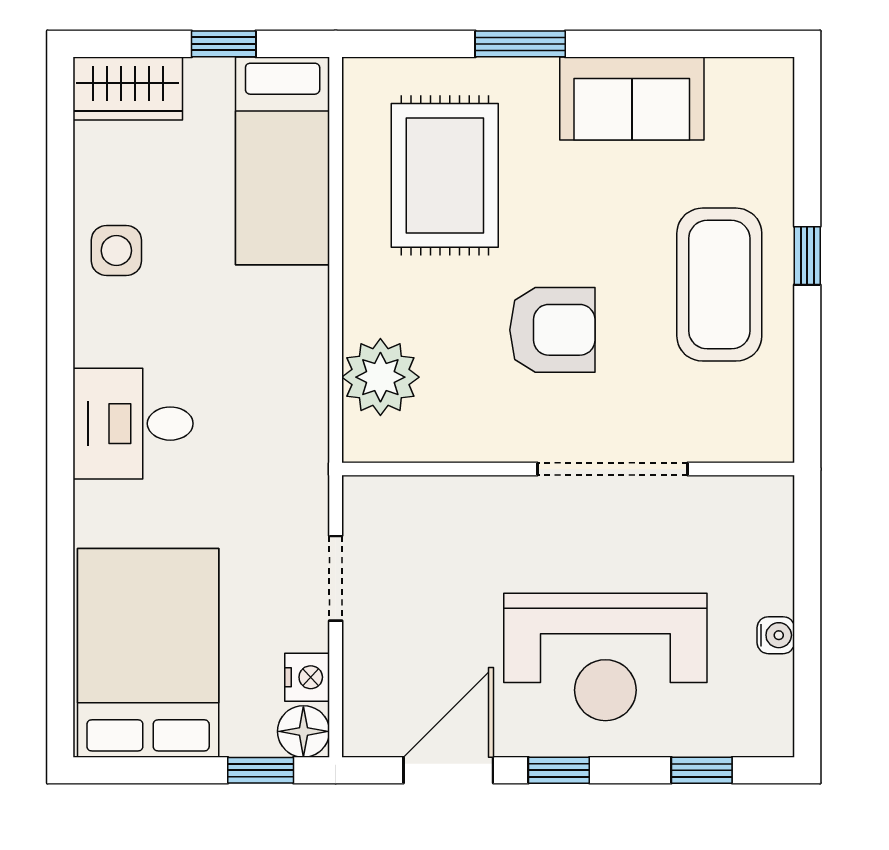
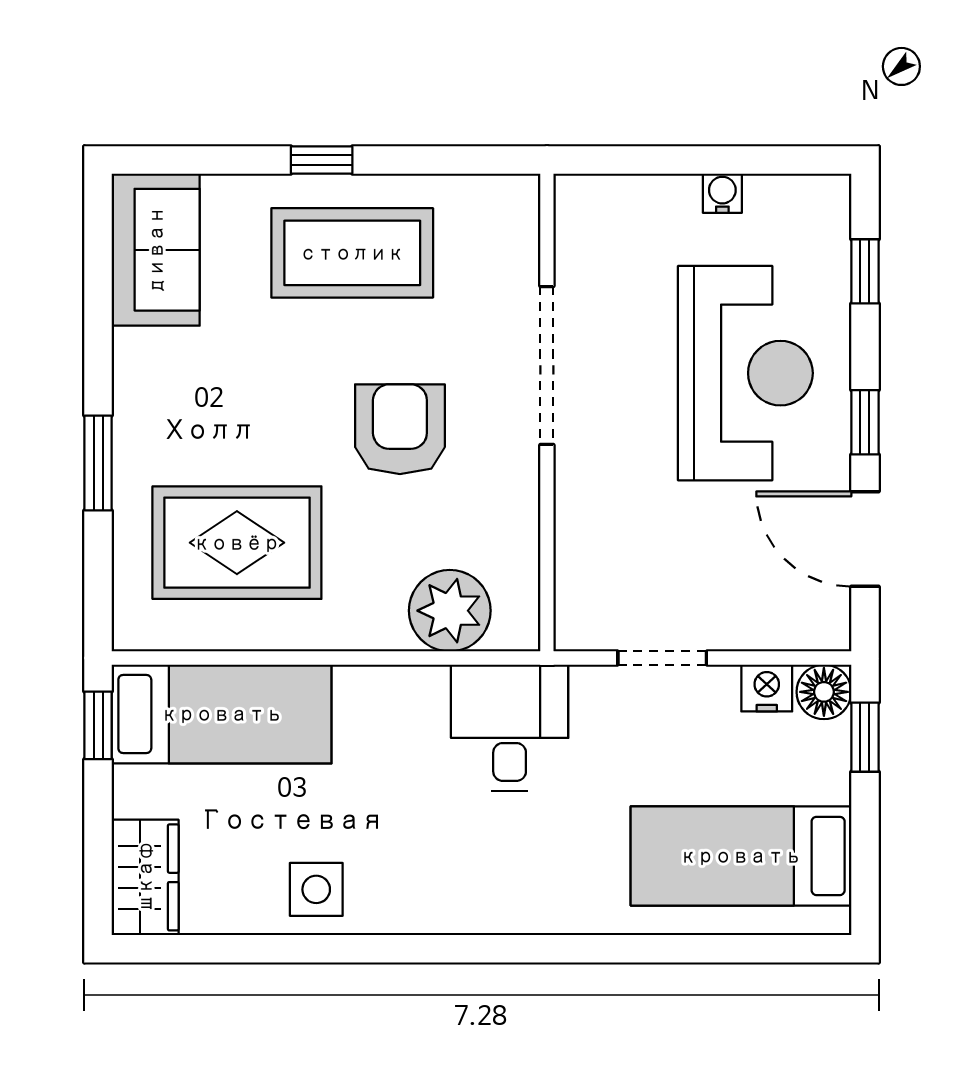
window: (224, 44) -> (98, 725), moved
sofa: (632, 98) -> (156, 250), moved
desk: (133, 424) -> (510, 728), moved, turned 180
bed: (148, 653) -> (741, 856), width x0.67

